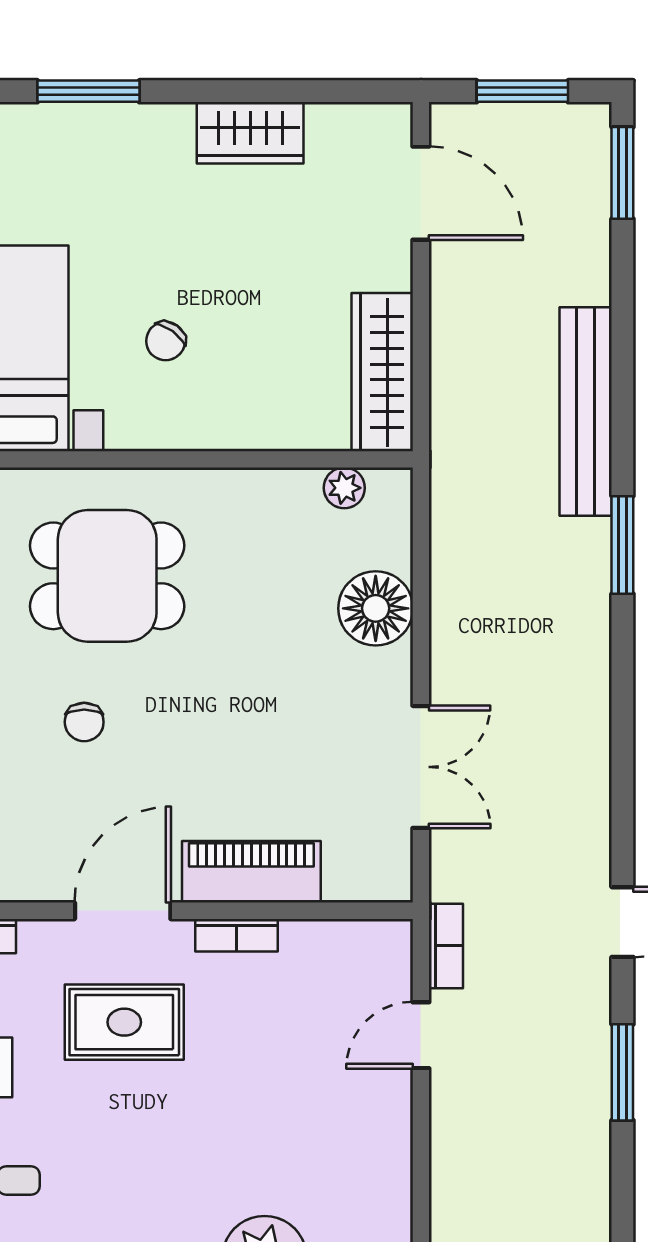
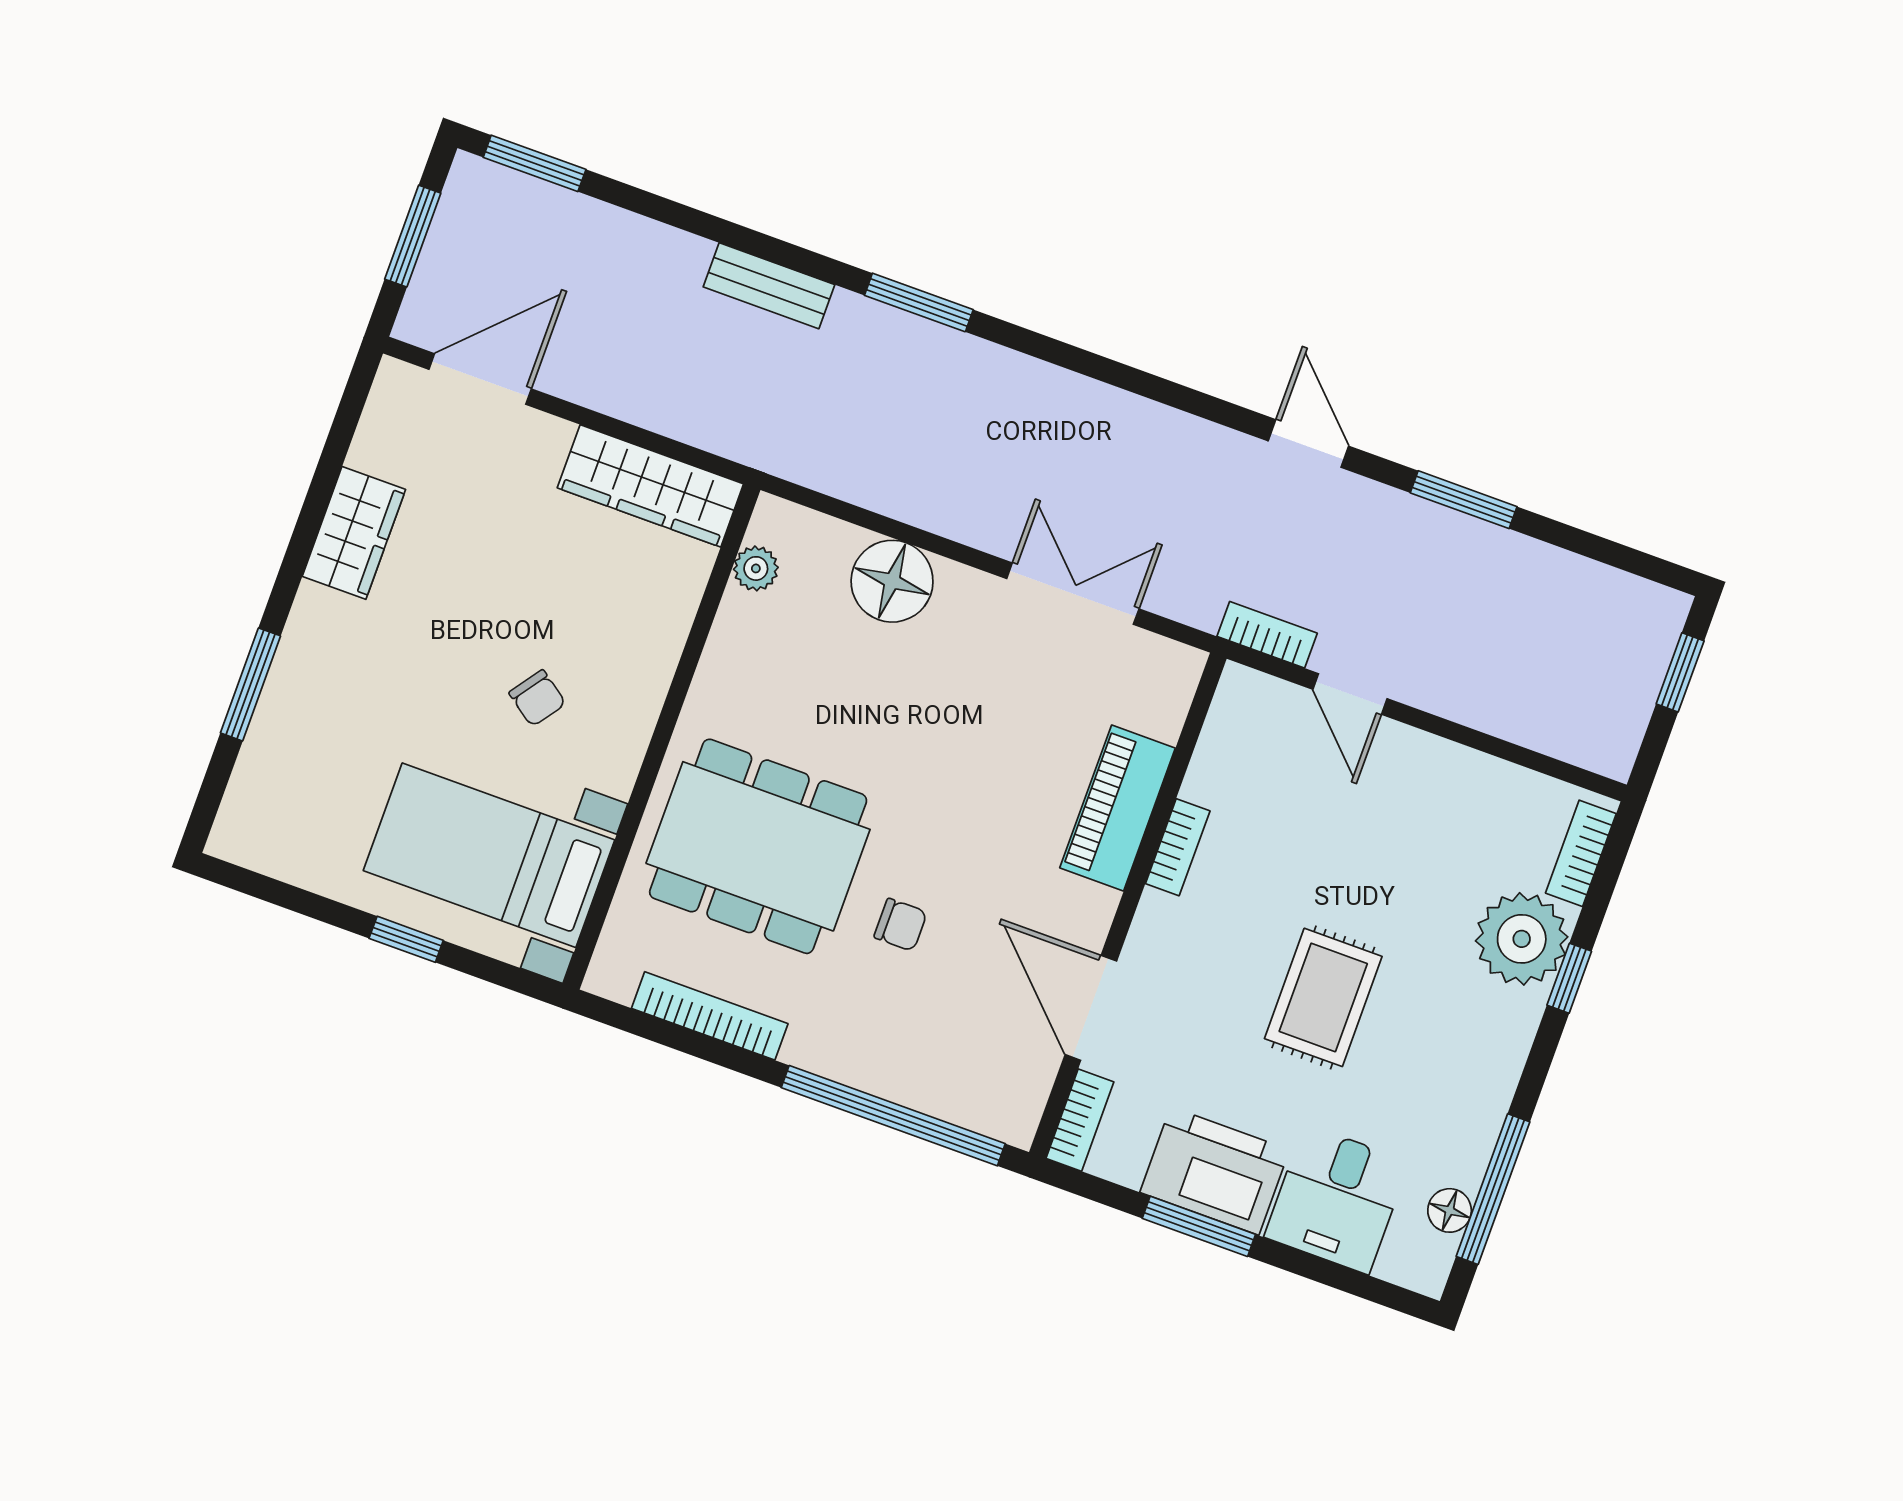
bench: (586, 412) -> (769, 286), width x0.54, depth x0.82
dining table: (107, 576) -> (758, 846), width x1.37
door: (123, 911) -> (1091, 1008), moved
rug: (124, 1022) -> (1323, 997), moved

